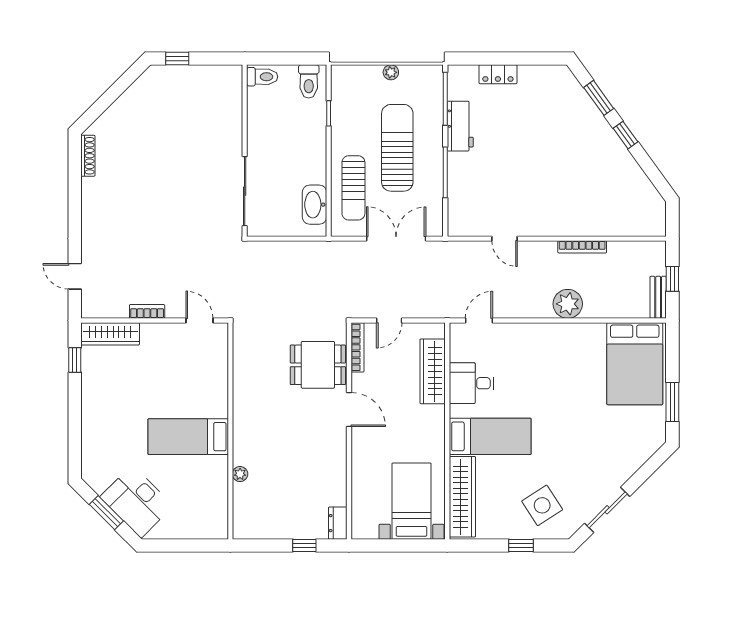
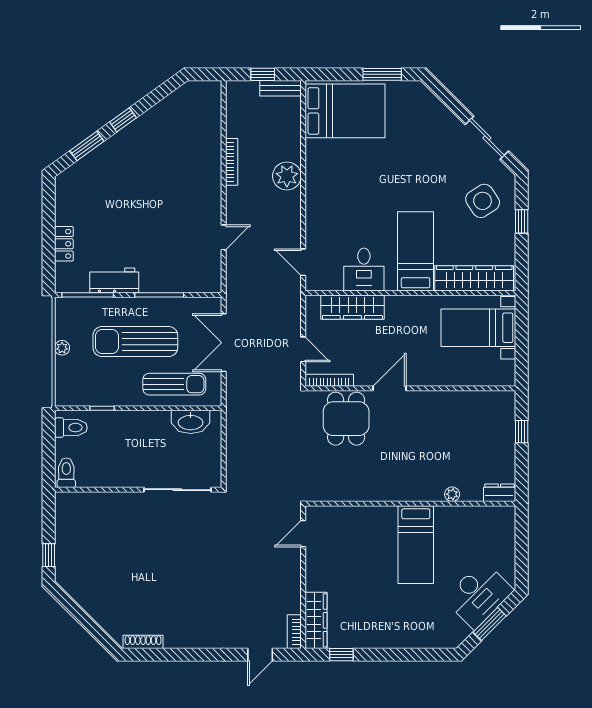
bookcase: (147, 311) -> (294, 632), moved
dresser: (338, 523) -> (499, 493), moved, turned 180

